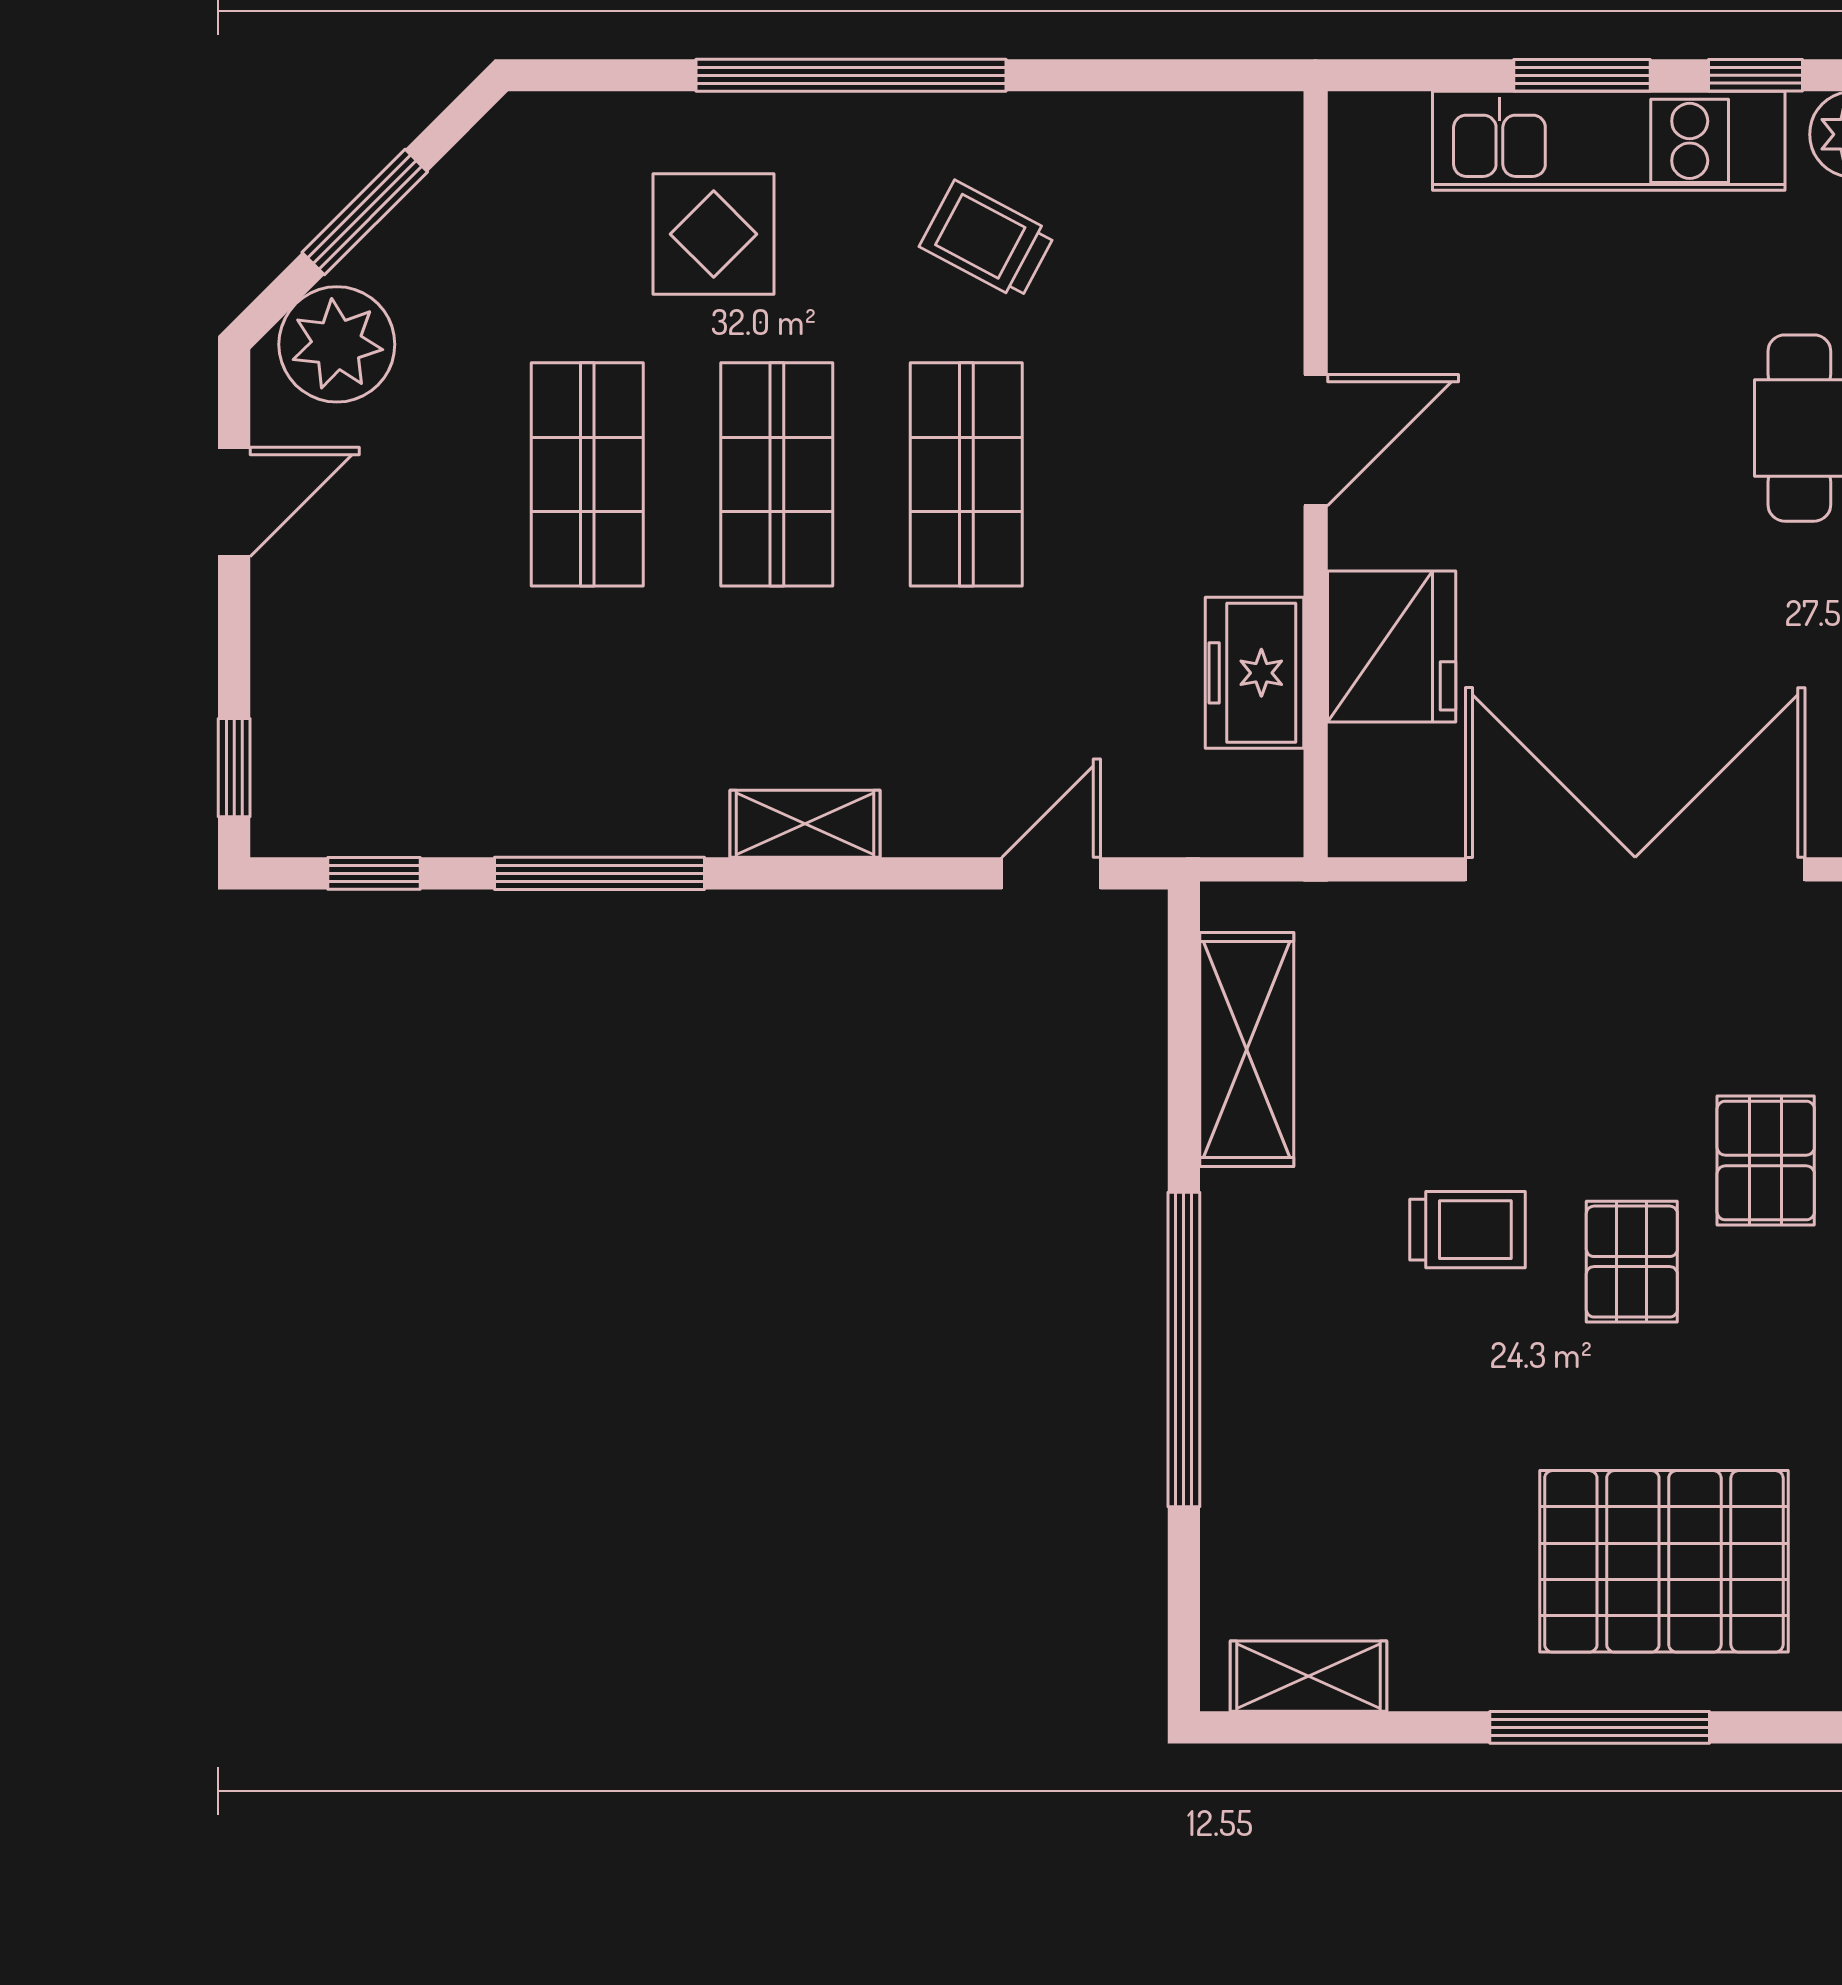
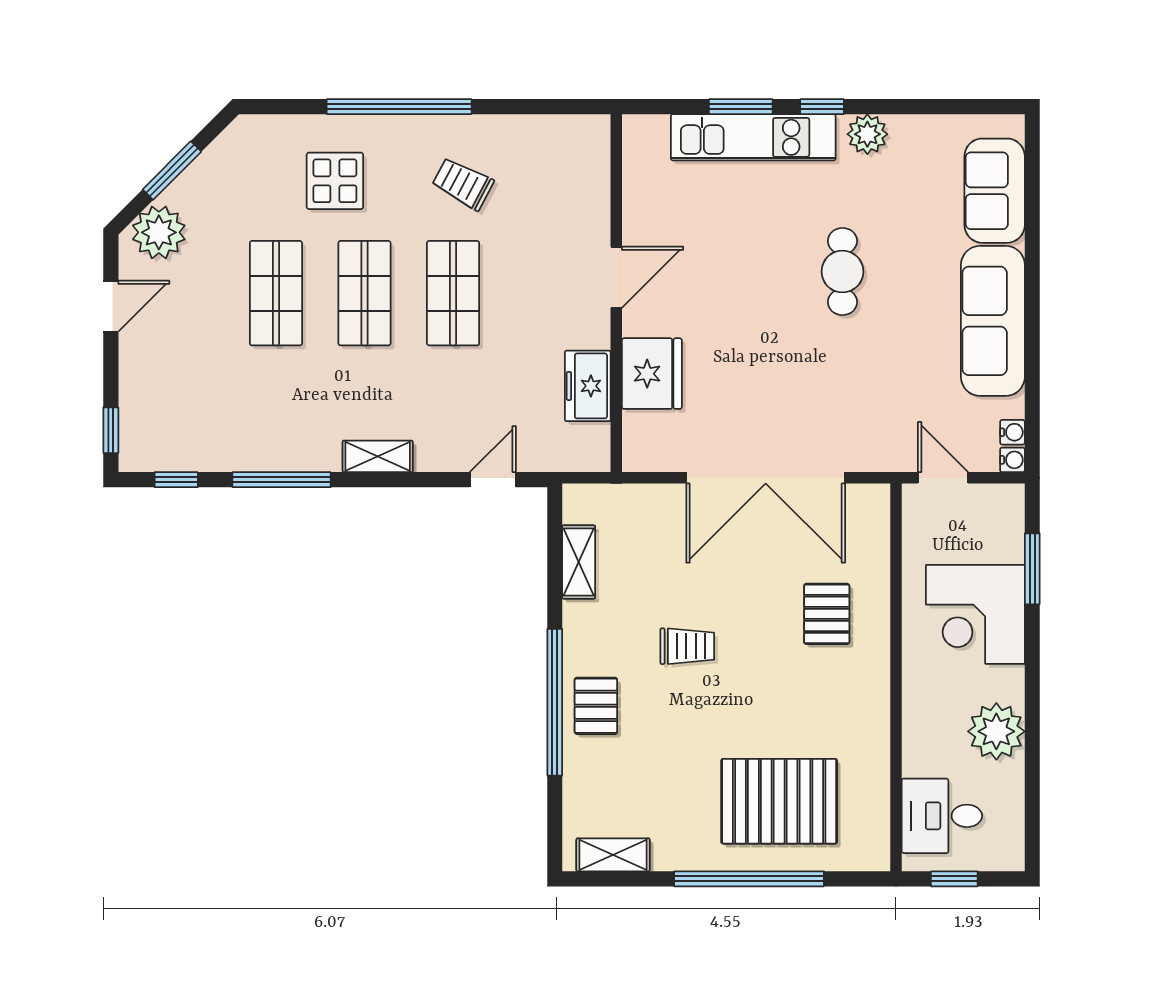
double door: (1635, 869) -> (766, 478), swing flipped
shelving: (1247, 1050) -> (579, 562), width x0.67, depth x0.75
pallet: (1632, 1262) -> (596, 706), moved
window: (1600, 1727) -> (749, 879), width x1.46

